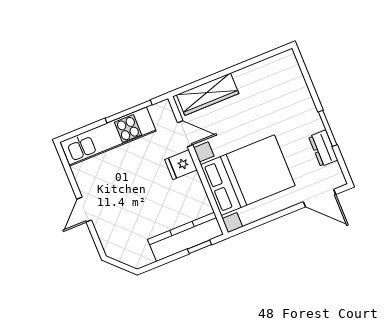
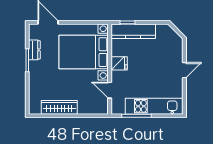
wardrobe: (208, 94) -> (59, 107), moved
fridge: (181, 165) -> (119, 63), moved

